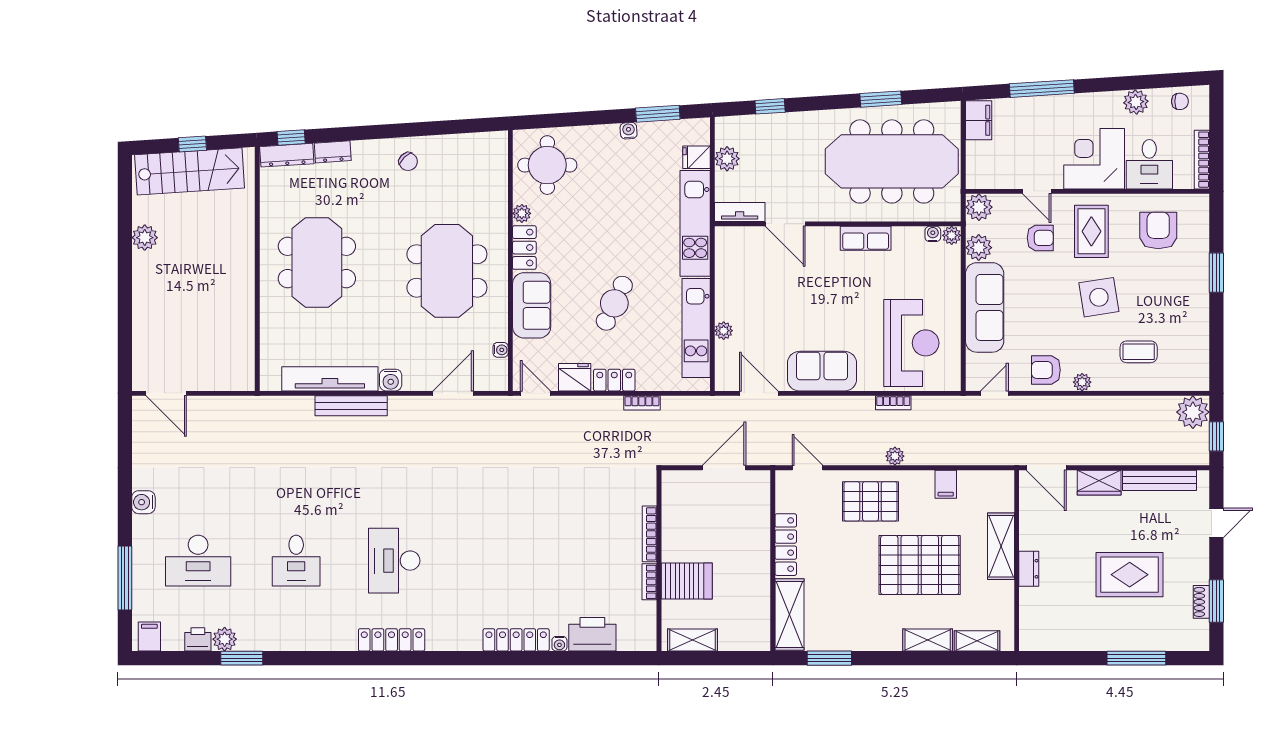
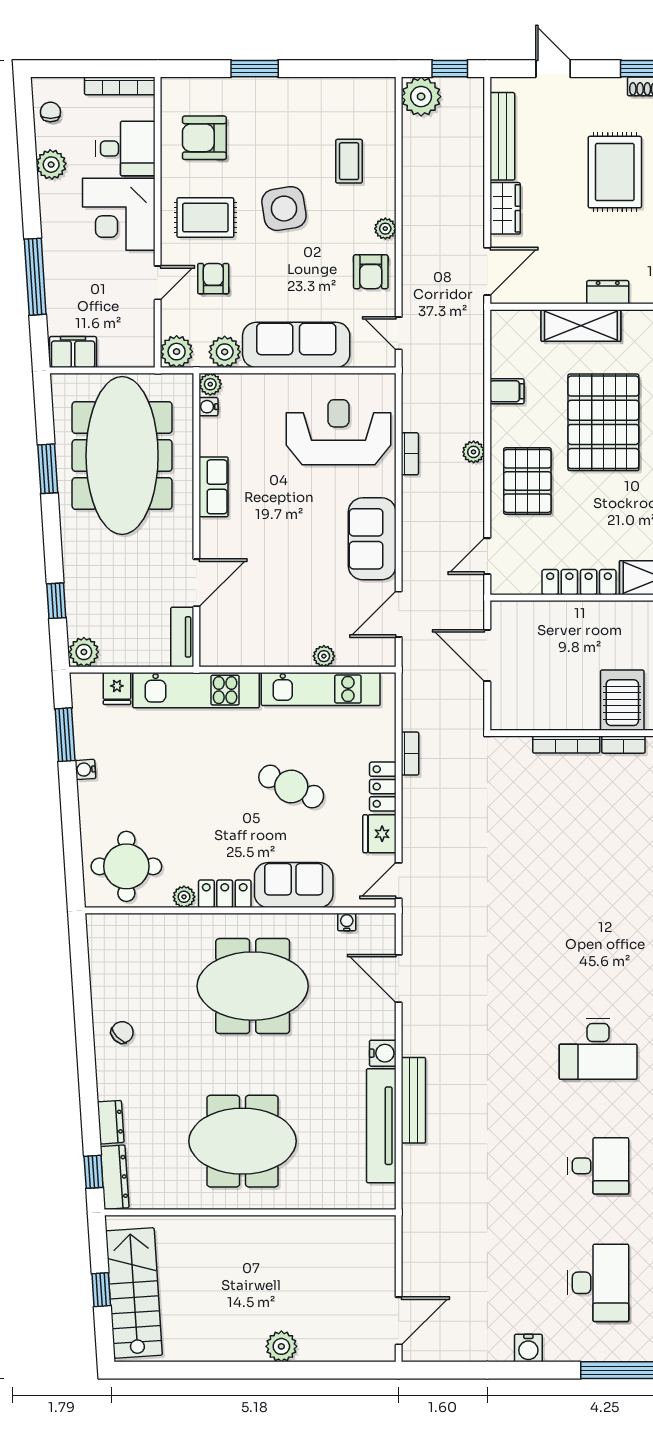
plant: (727, 159) -> (84, 652), moved
plant: (145, 238) -> (281, 1346), moved

